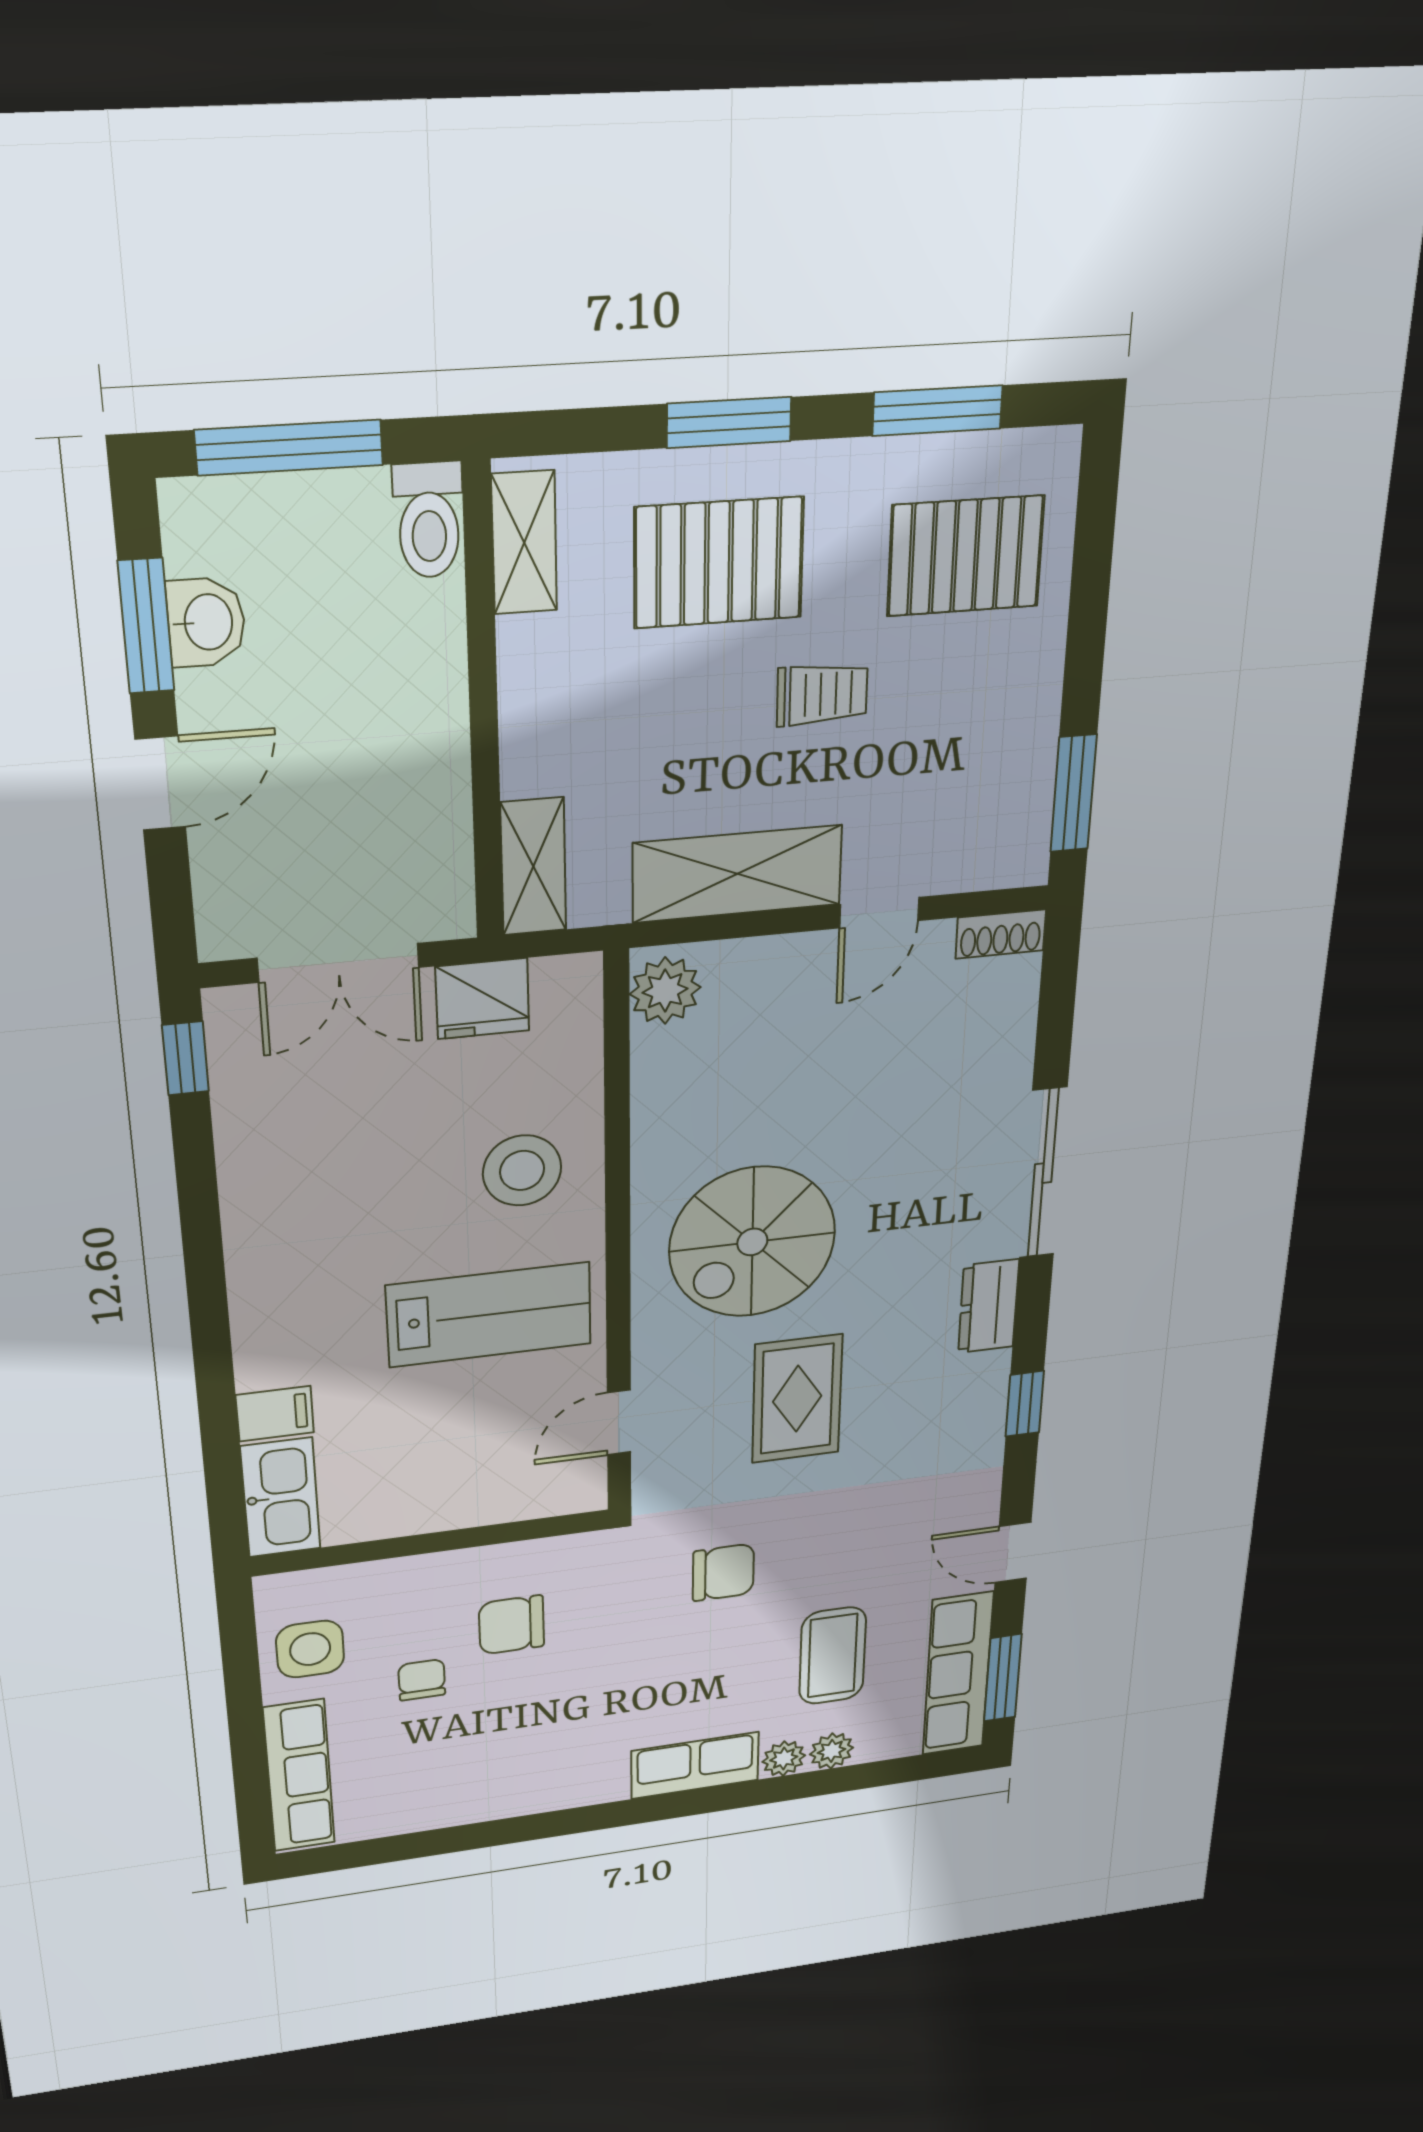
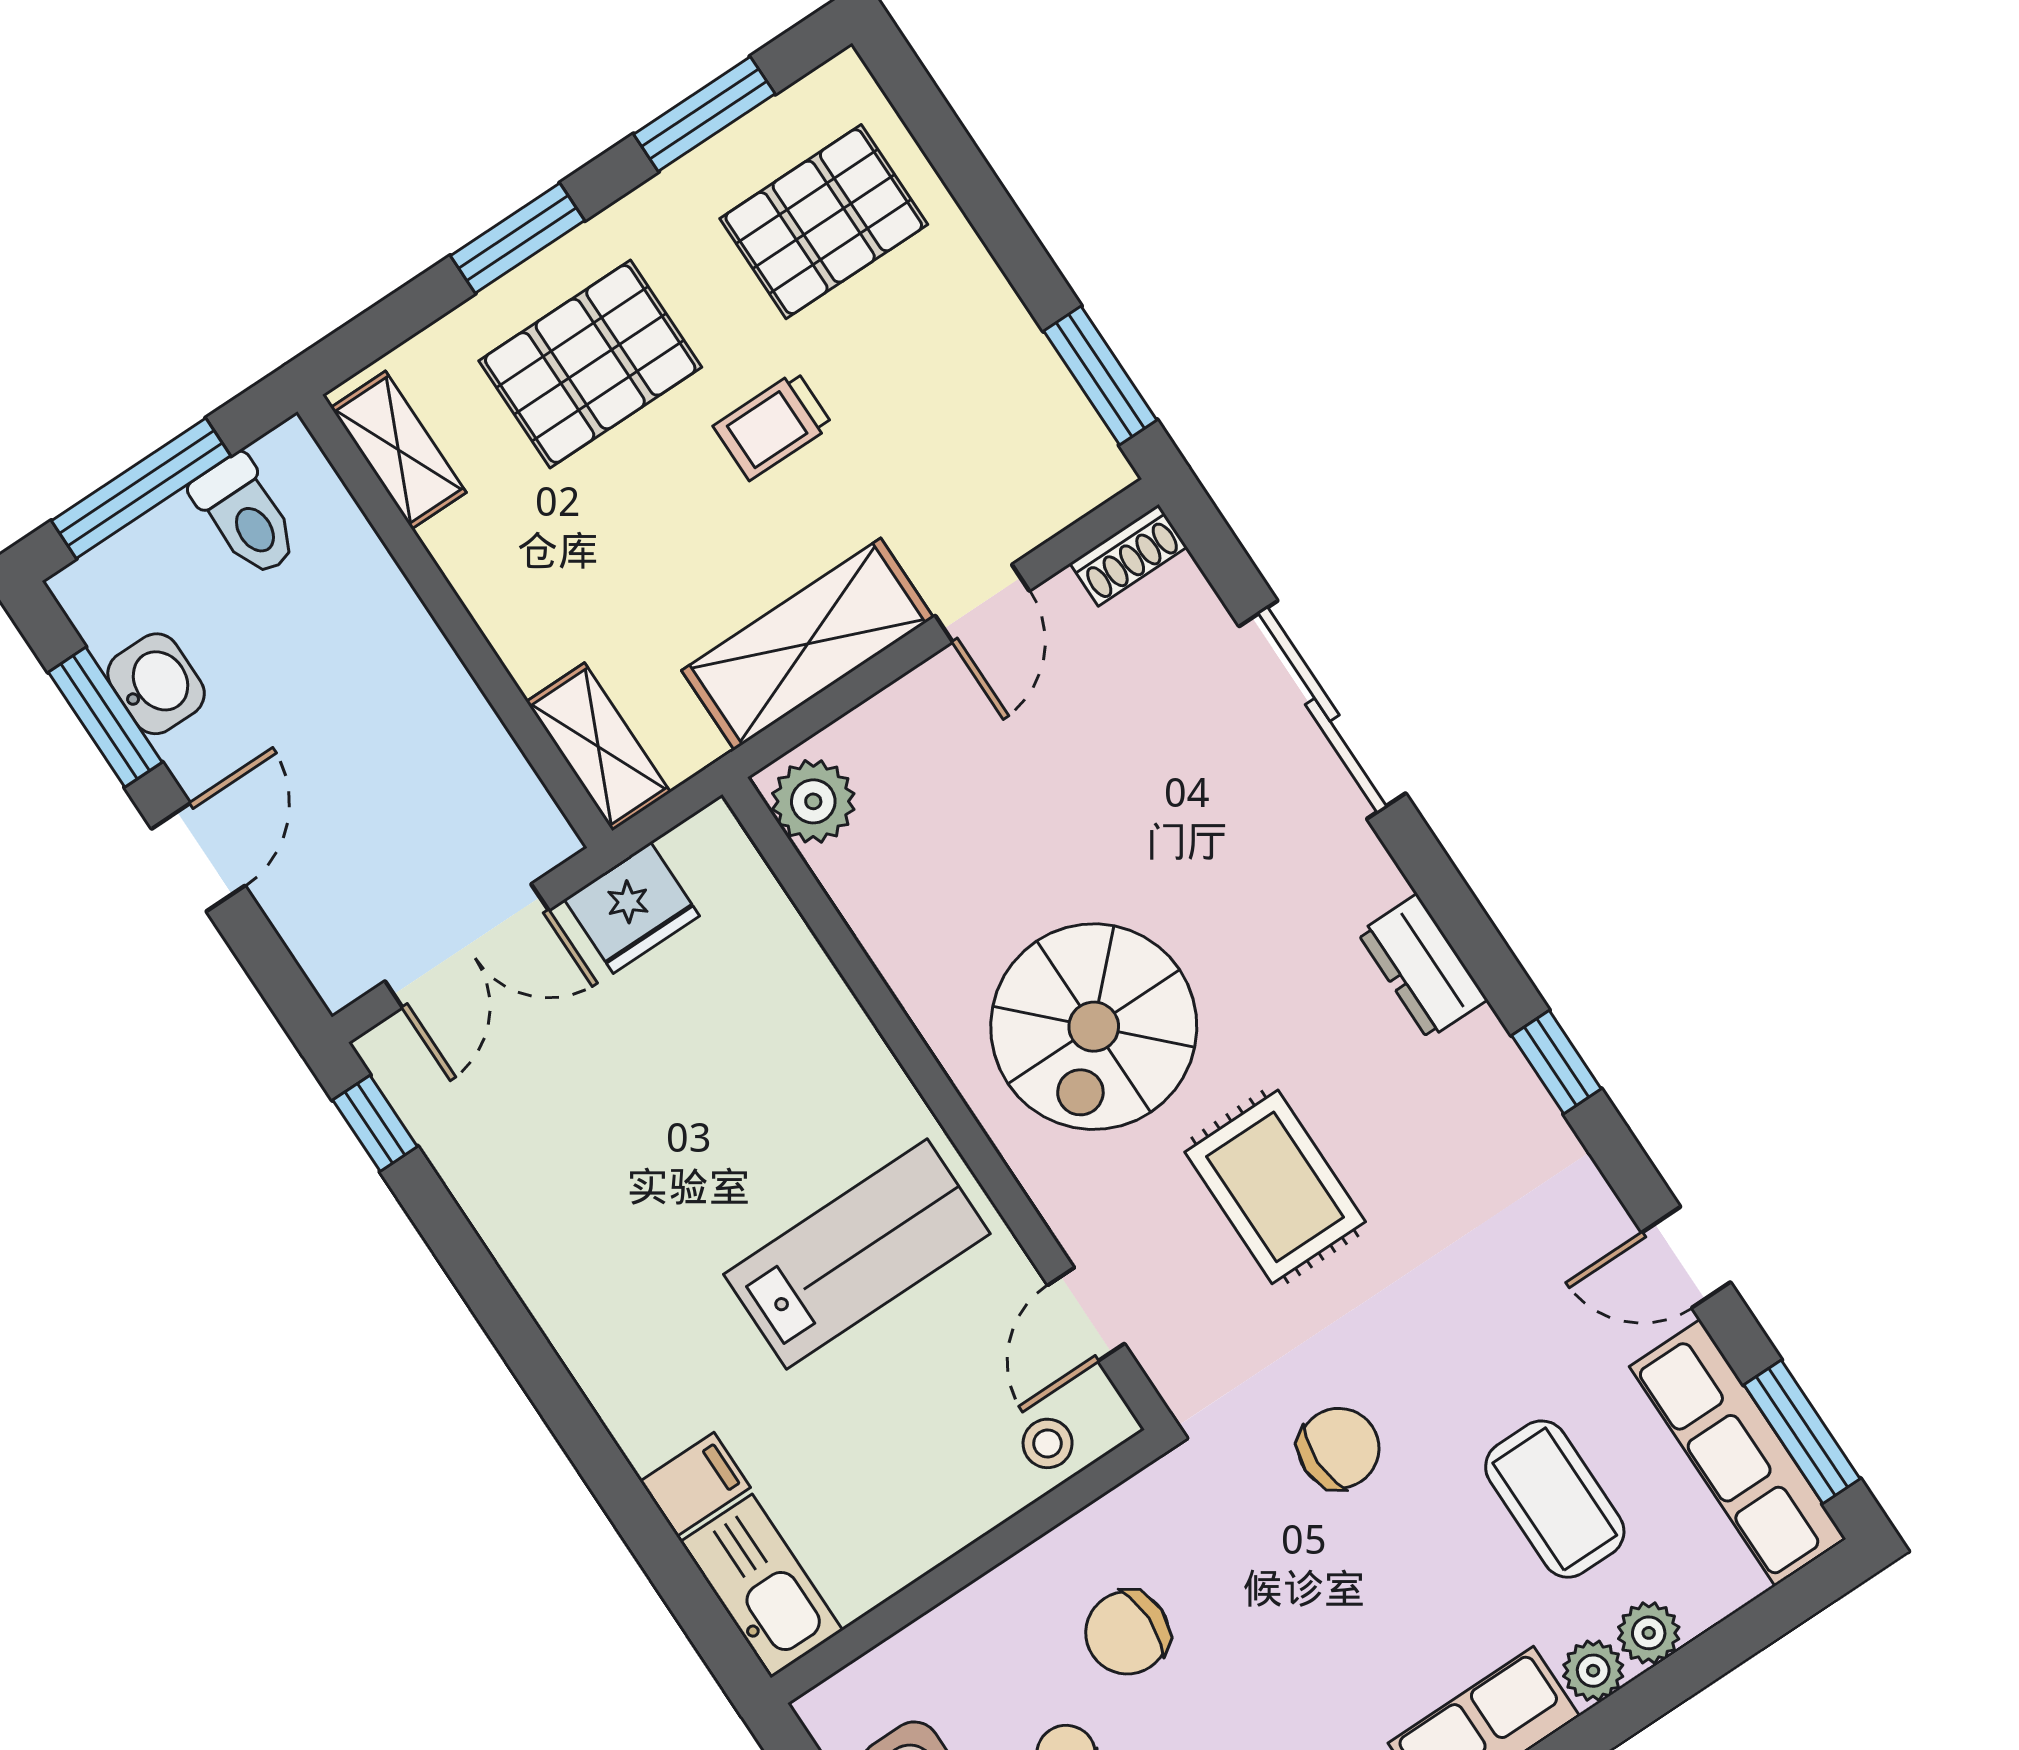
toilet: (429, 520) -> (246, 516), moved
trolley: (822, 694) -> (773, 426), turned 180
stool: (522, 1170) -> (1048, 1443), moved, width x0.53, depth x0.53
sliding door: (1043, 1173) -> (1322, 710), moved

